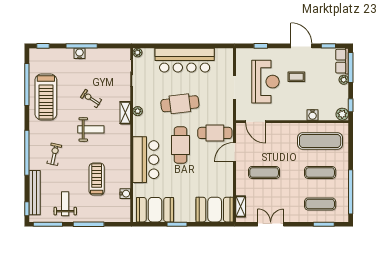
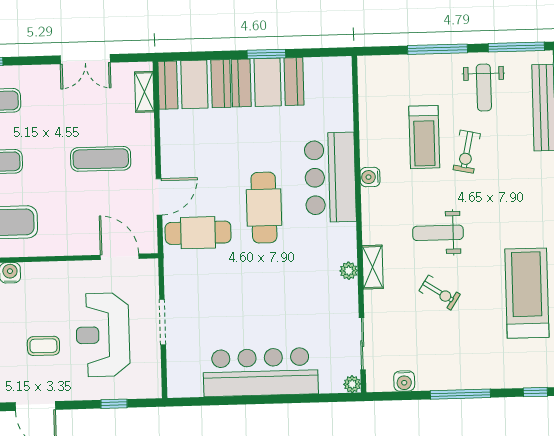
water cooler: (79, 53) -> (404, 381), moved
cafe table: (180, 104) -> (267, 287), removed
exercise bike: (54, 154) -> (467, 152), moved
water cooler: (125, 194) -> (370, 177), moved
booth: (155, 210) -> (268, 82), moved

